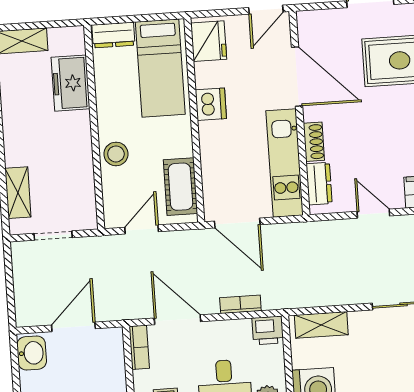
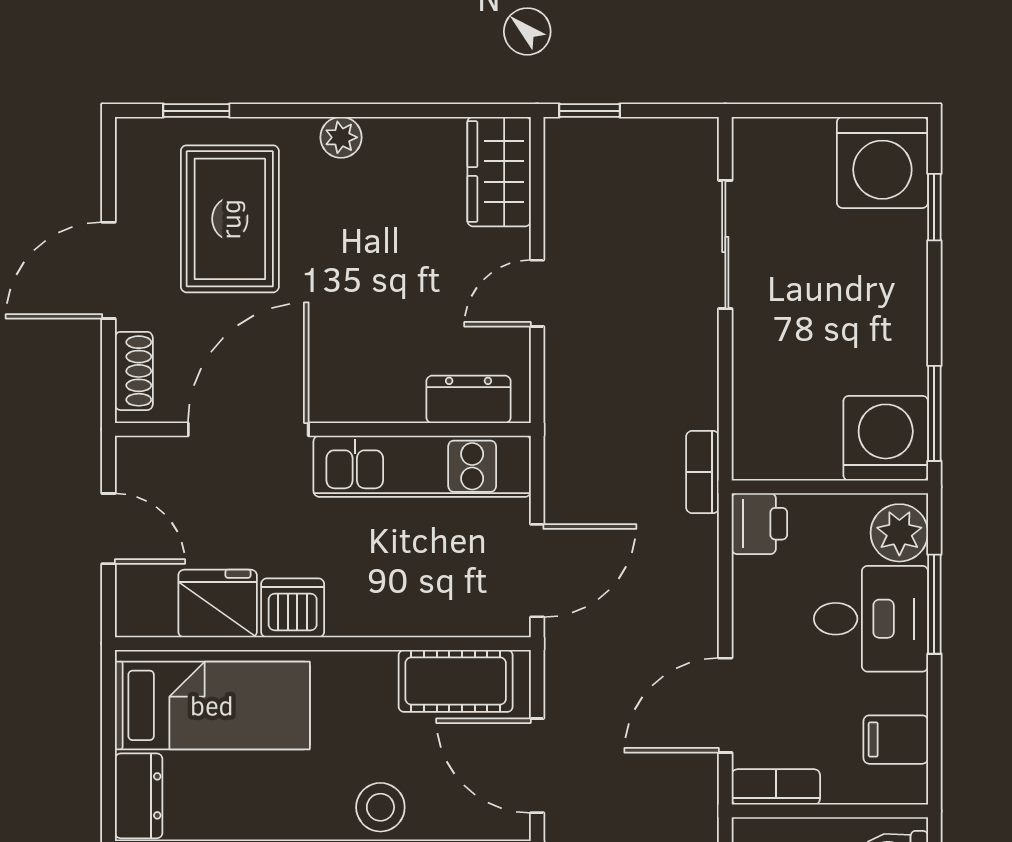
door: (266, 10) -> (109, 529), moved
fridge: (209, 41) -> (218, 604), moved
shoe rack: (314, 142) -> (134, 371), moved, turned 90
door: (142, 229) -> (537, 766), width x1.38
bookcase: (240, 304) -> (703, 472), moved
shelving: (321, 325) -> (756, 414), removed

